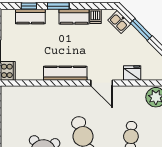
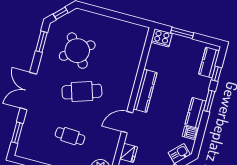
kitchen counter: (30, 17) -> (209, 63), moved

